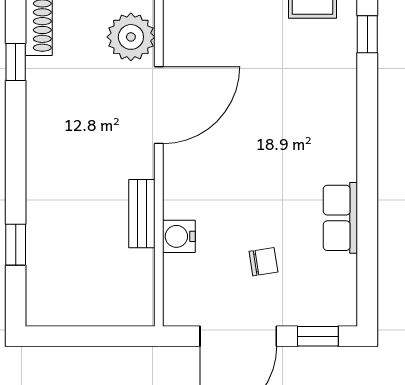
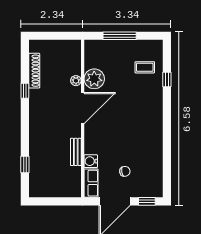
plant: (188, 33) -> (94, 79), added
plant: (131, 37) -> (76, 81), width x0.53, depth x0.53
row of seats: (340, 218) -> (91, 183), moved, turned 180

